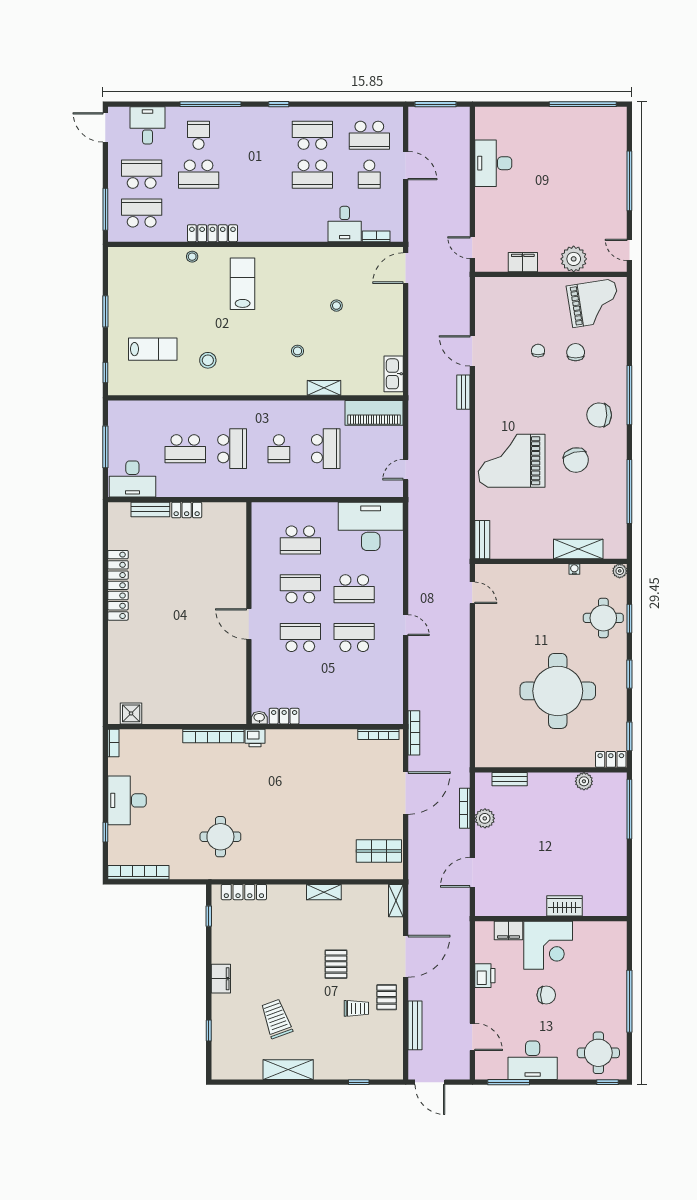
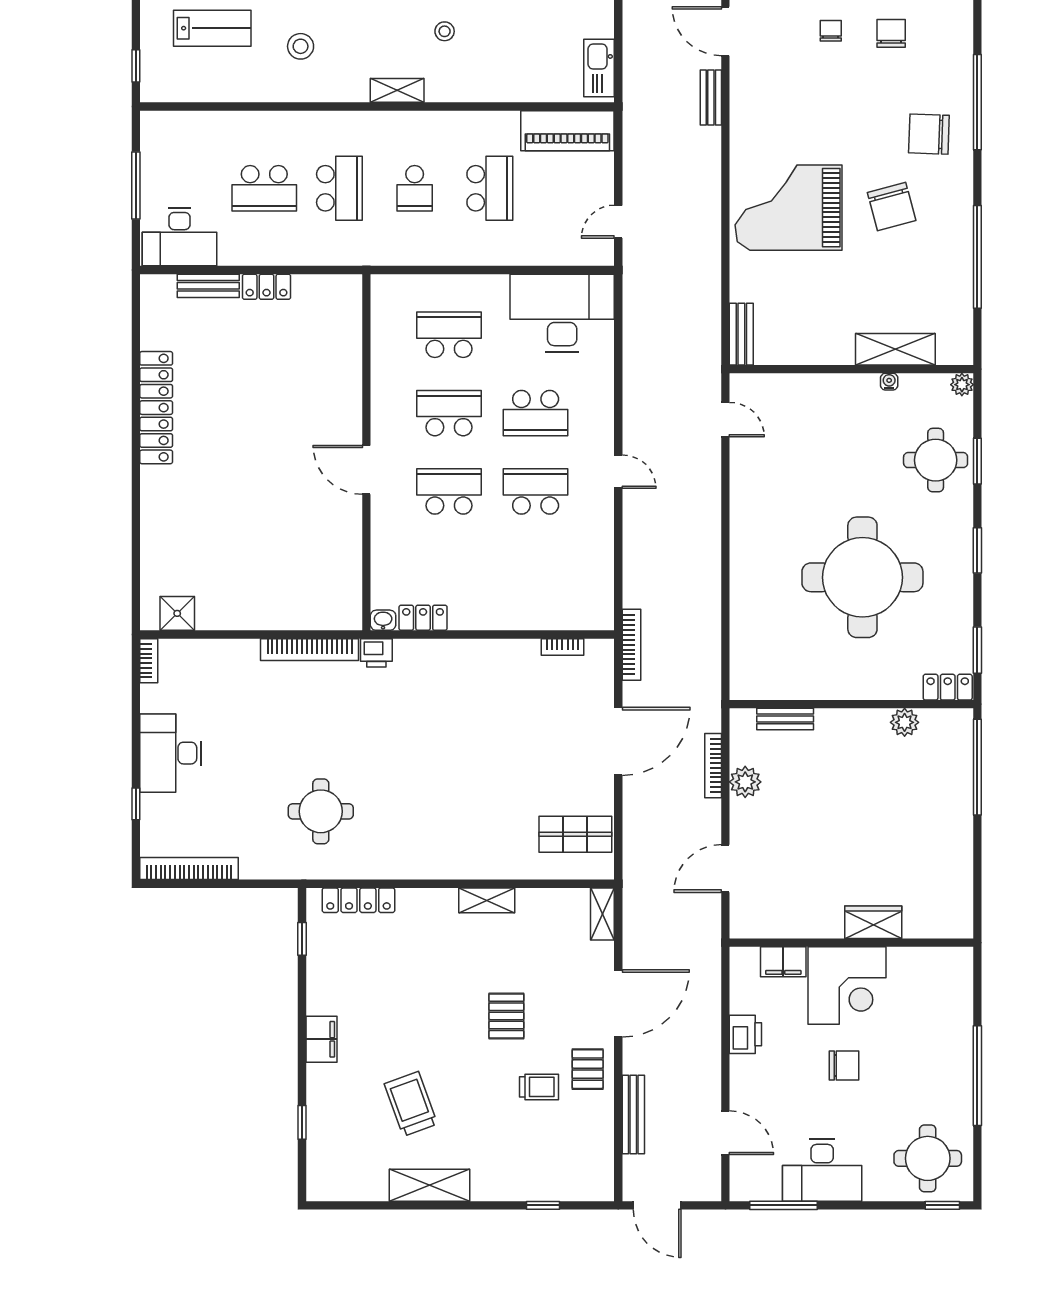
shelving: (324, 388) -> (397, 90), moved
school desk: (300, 540) -> (449, 335), turned 180
bookcase: (378, 734) -> (562, 647), width x0.64

